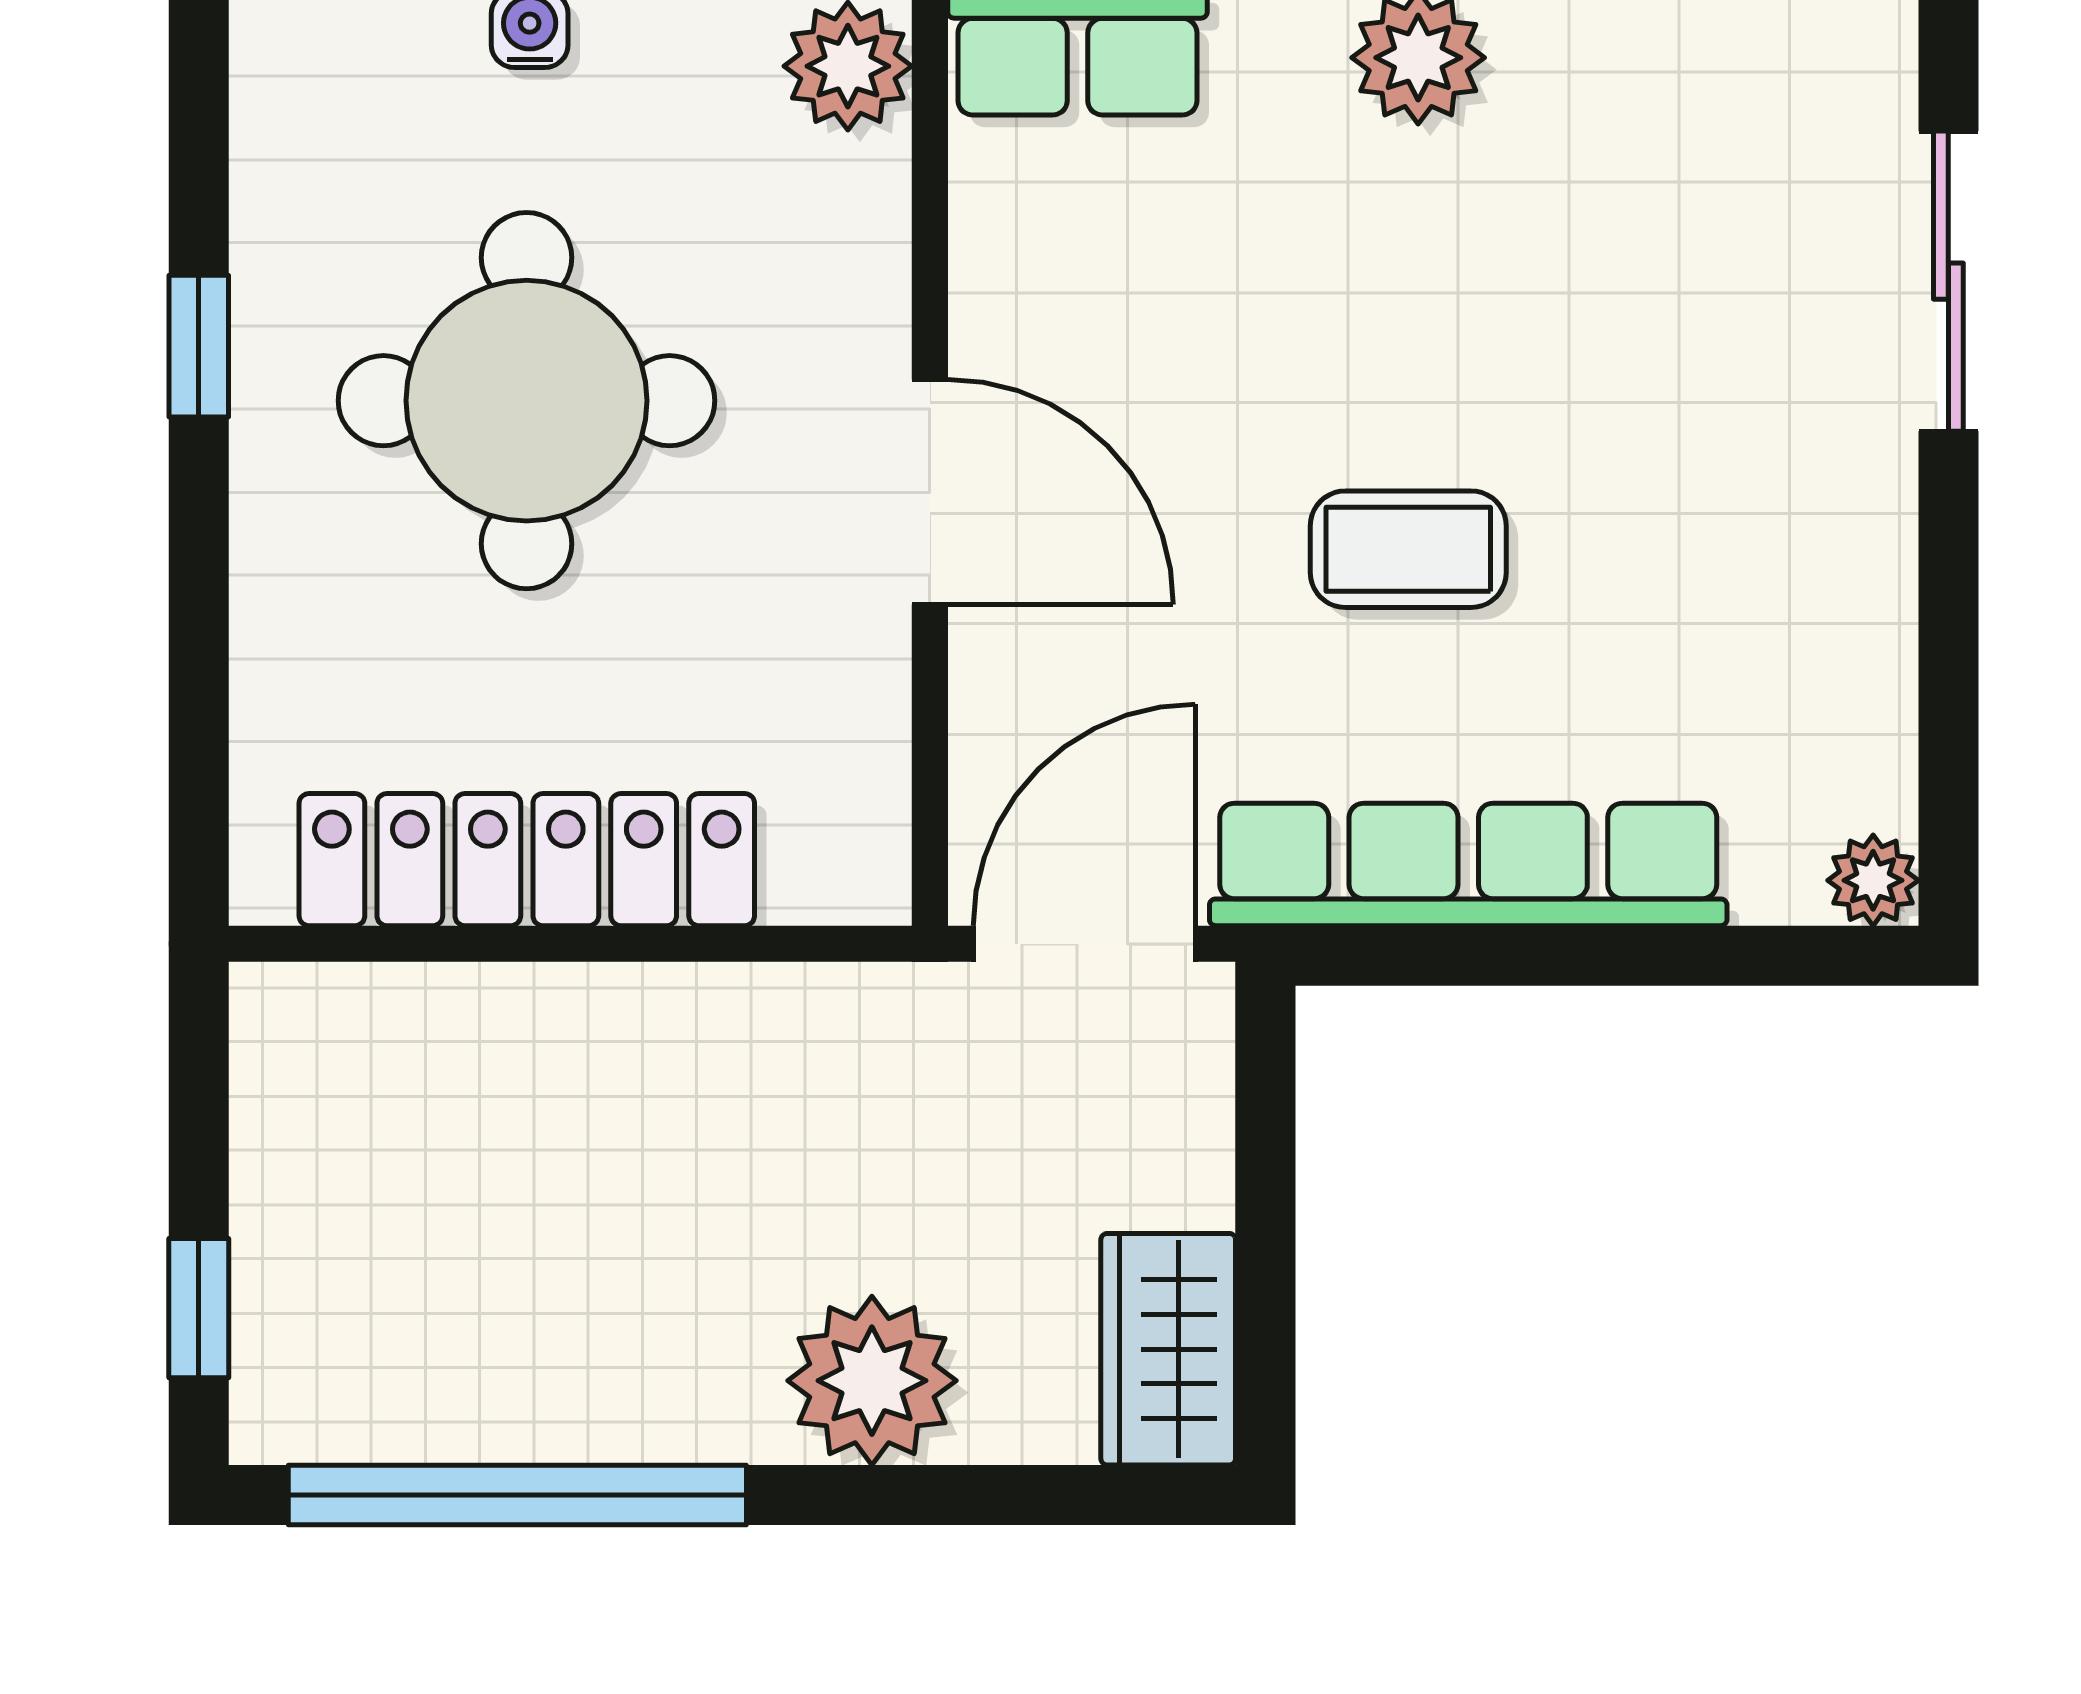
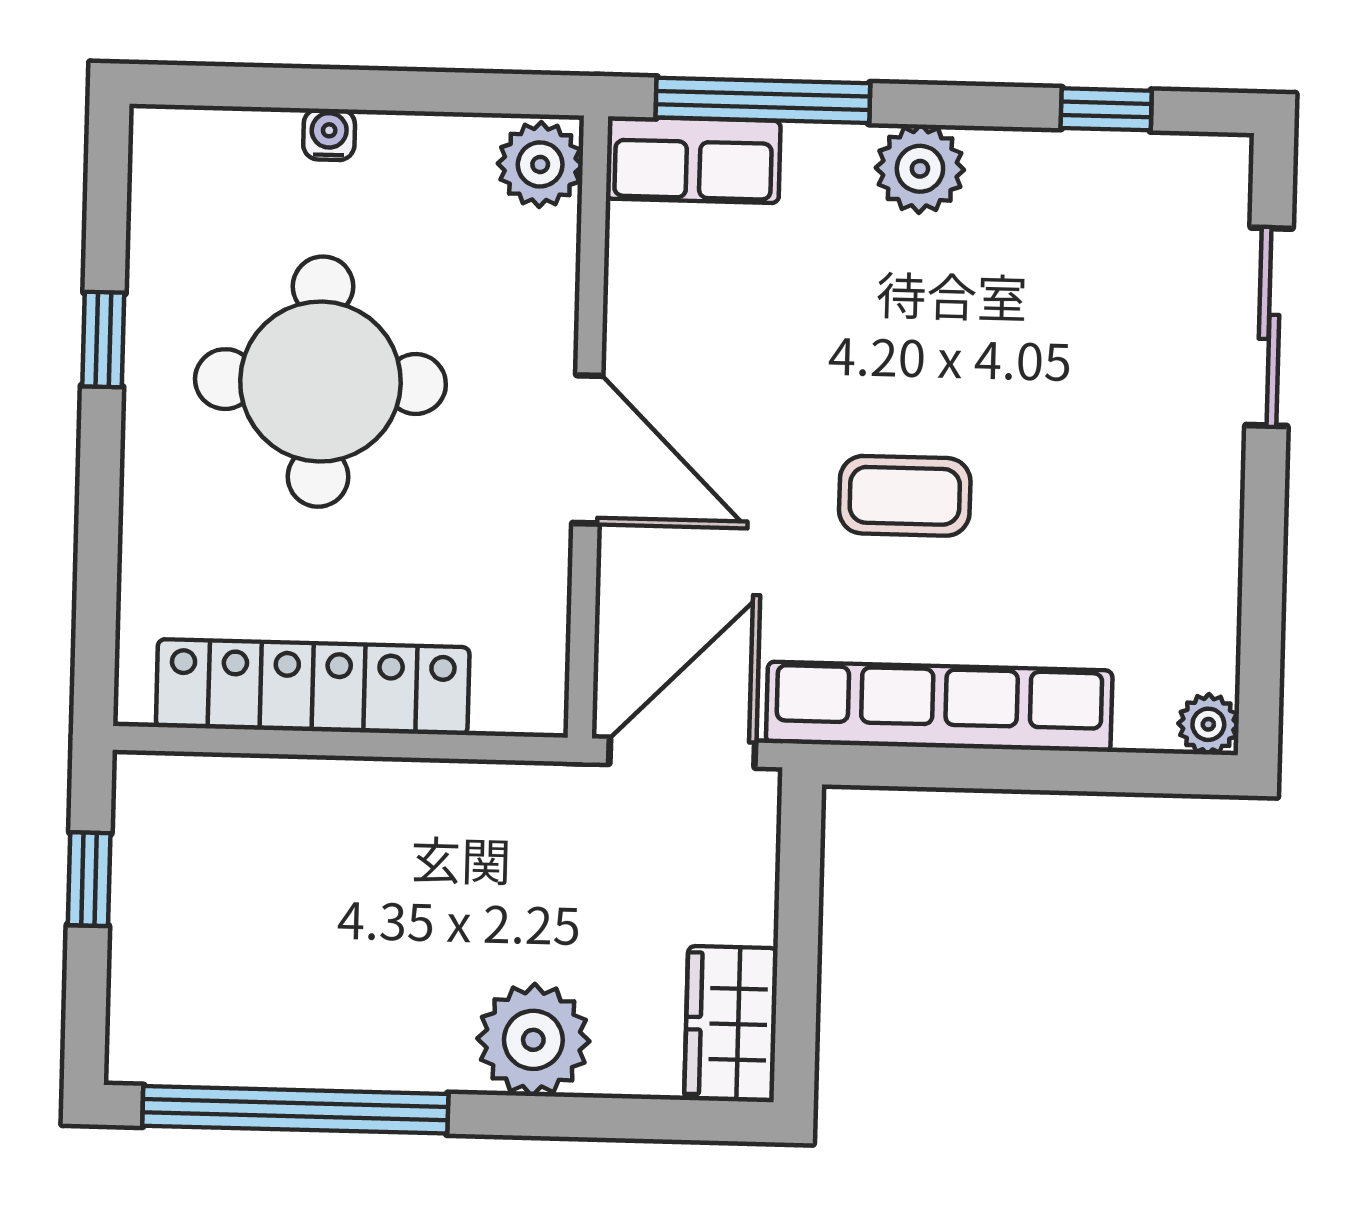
window: (199, 1308) -> (89, 879), moved

